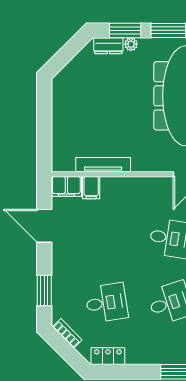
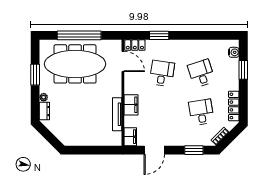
window: (125, 30) -> (35, 101), removed
filing cabinet: (91, 188) -> (131, 105), moved, width x2.00
locker: (108, 356) -> (234, 106), width x1.53

